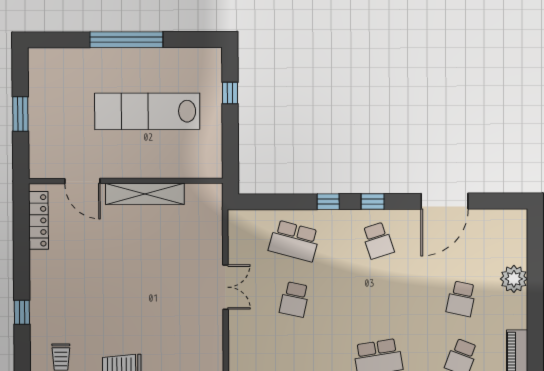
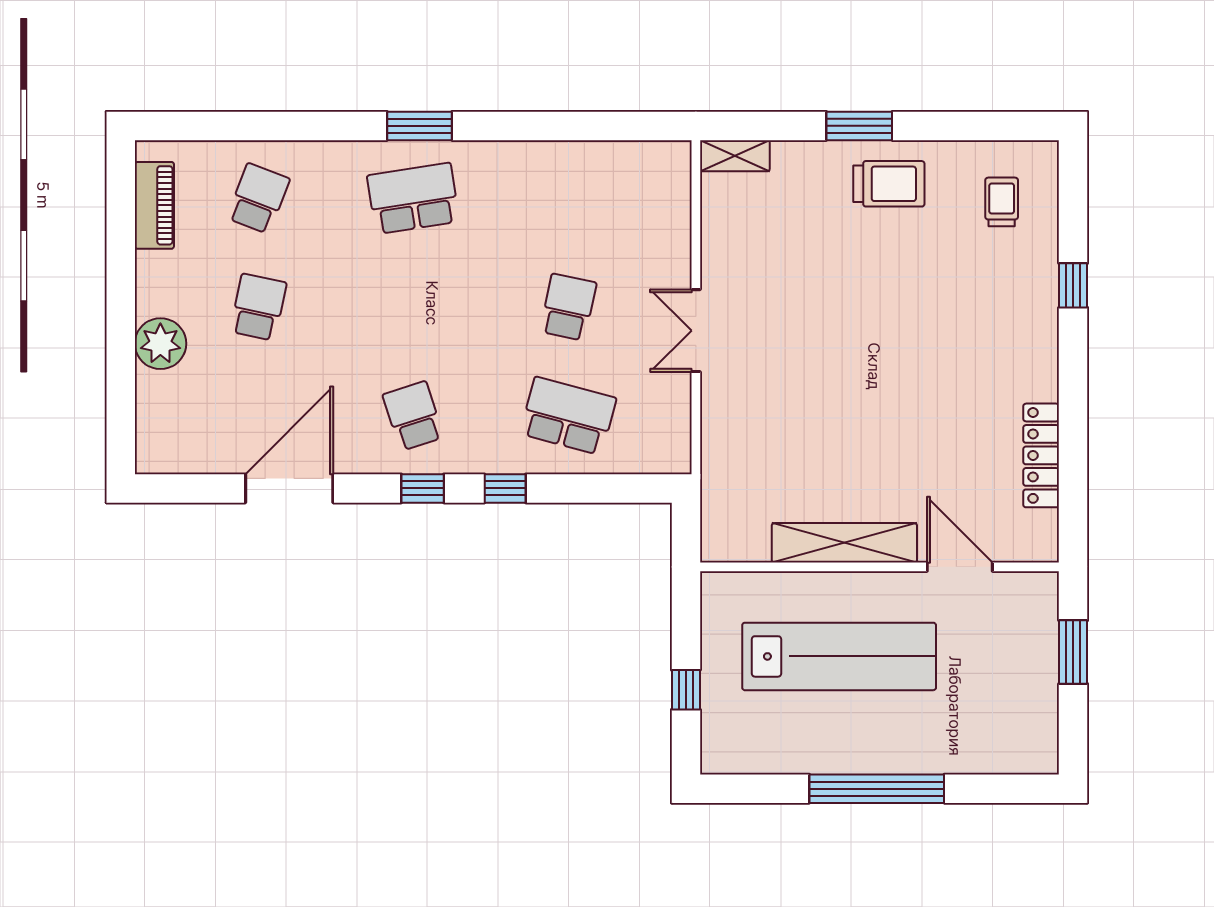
door: (82, 181) -> (960, 567), moved
wall: (126, 181) -> (879, 567), moved
shelving: (145, 194) -> (844, 543), moved

